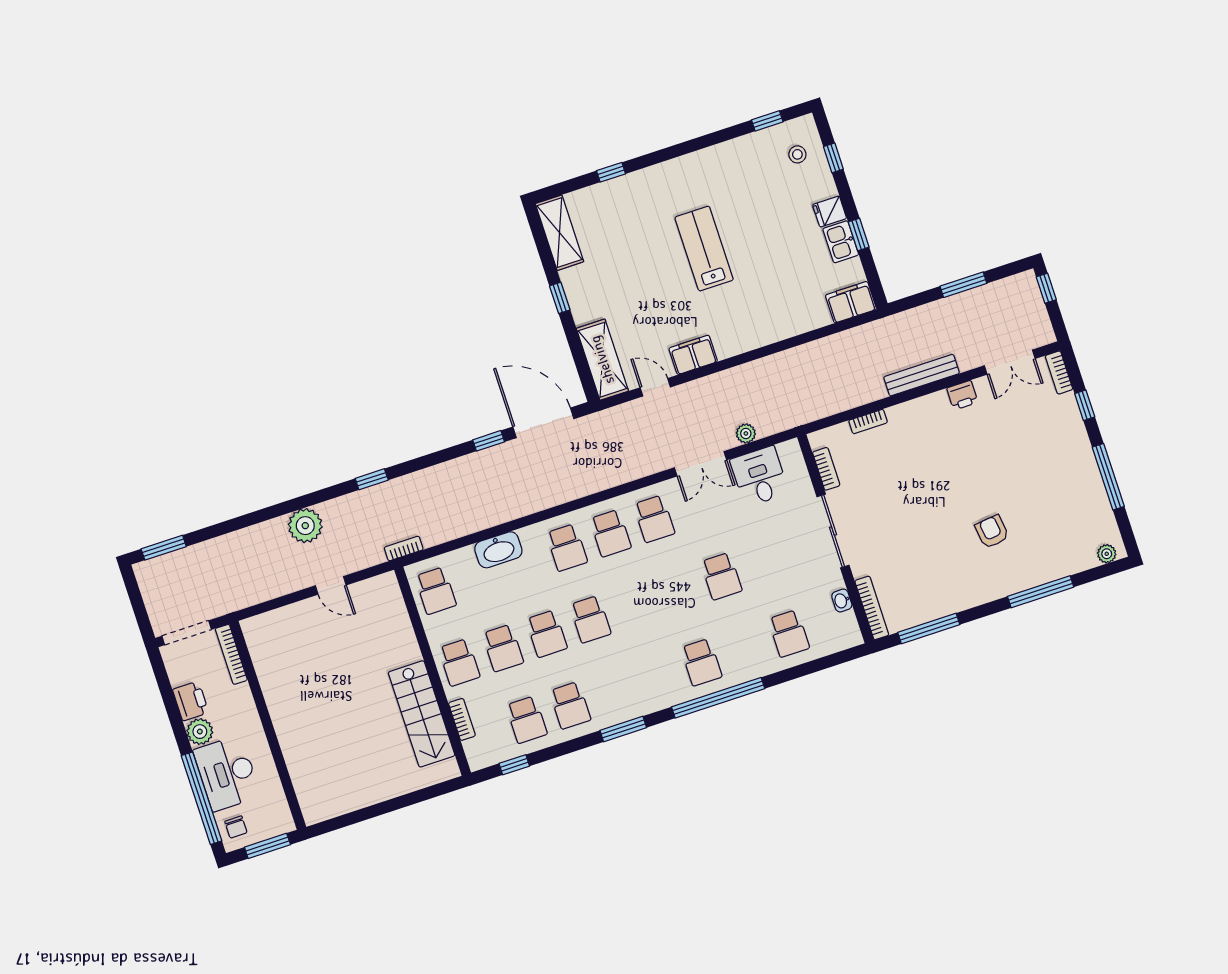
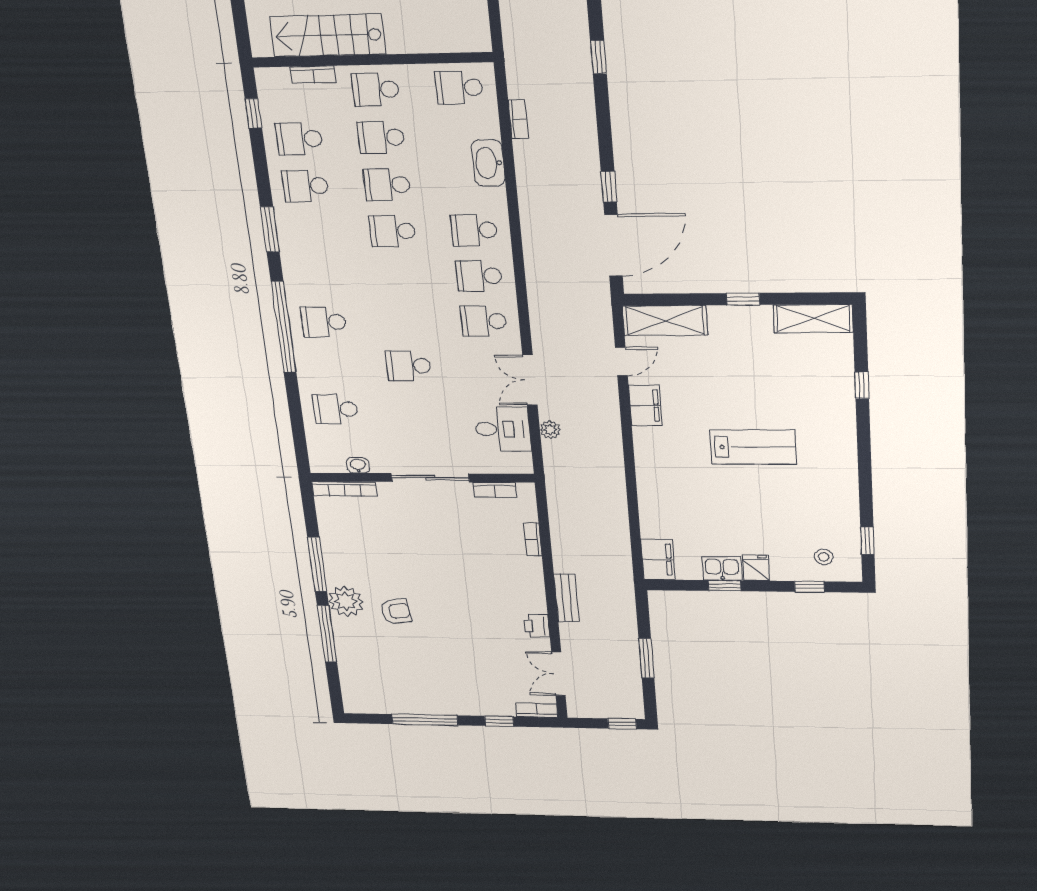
bench: (922, 375) -> (567, 598), width x0.73
bookcase: (404, 548) -> (518, 119), moved
plant: (1107, 554) -> (346, 601), moved, width x1.88, depth x1.88
window: (929, 629) -> (317, 564), moved

